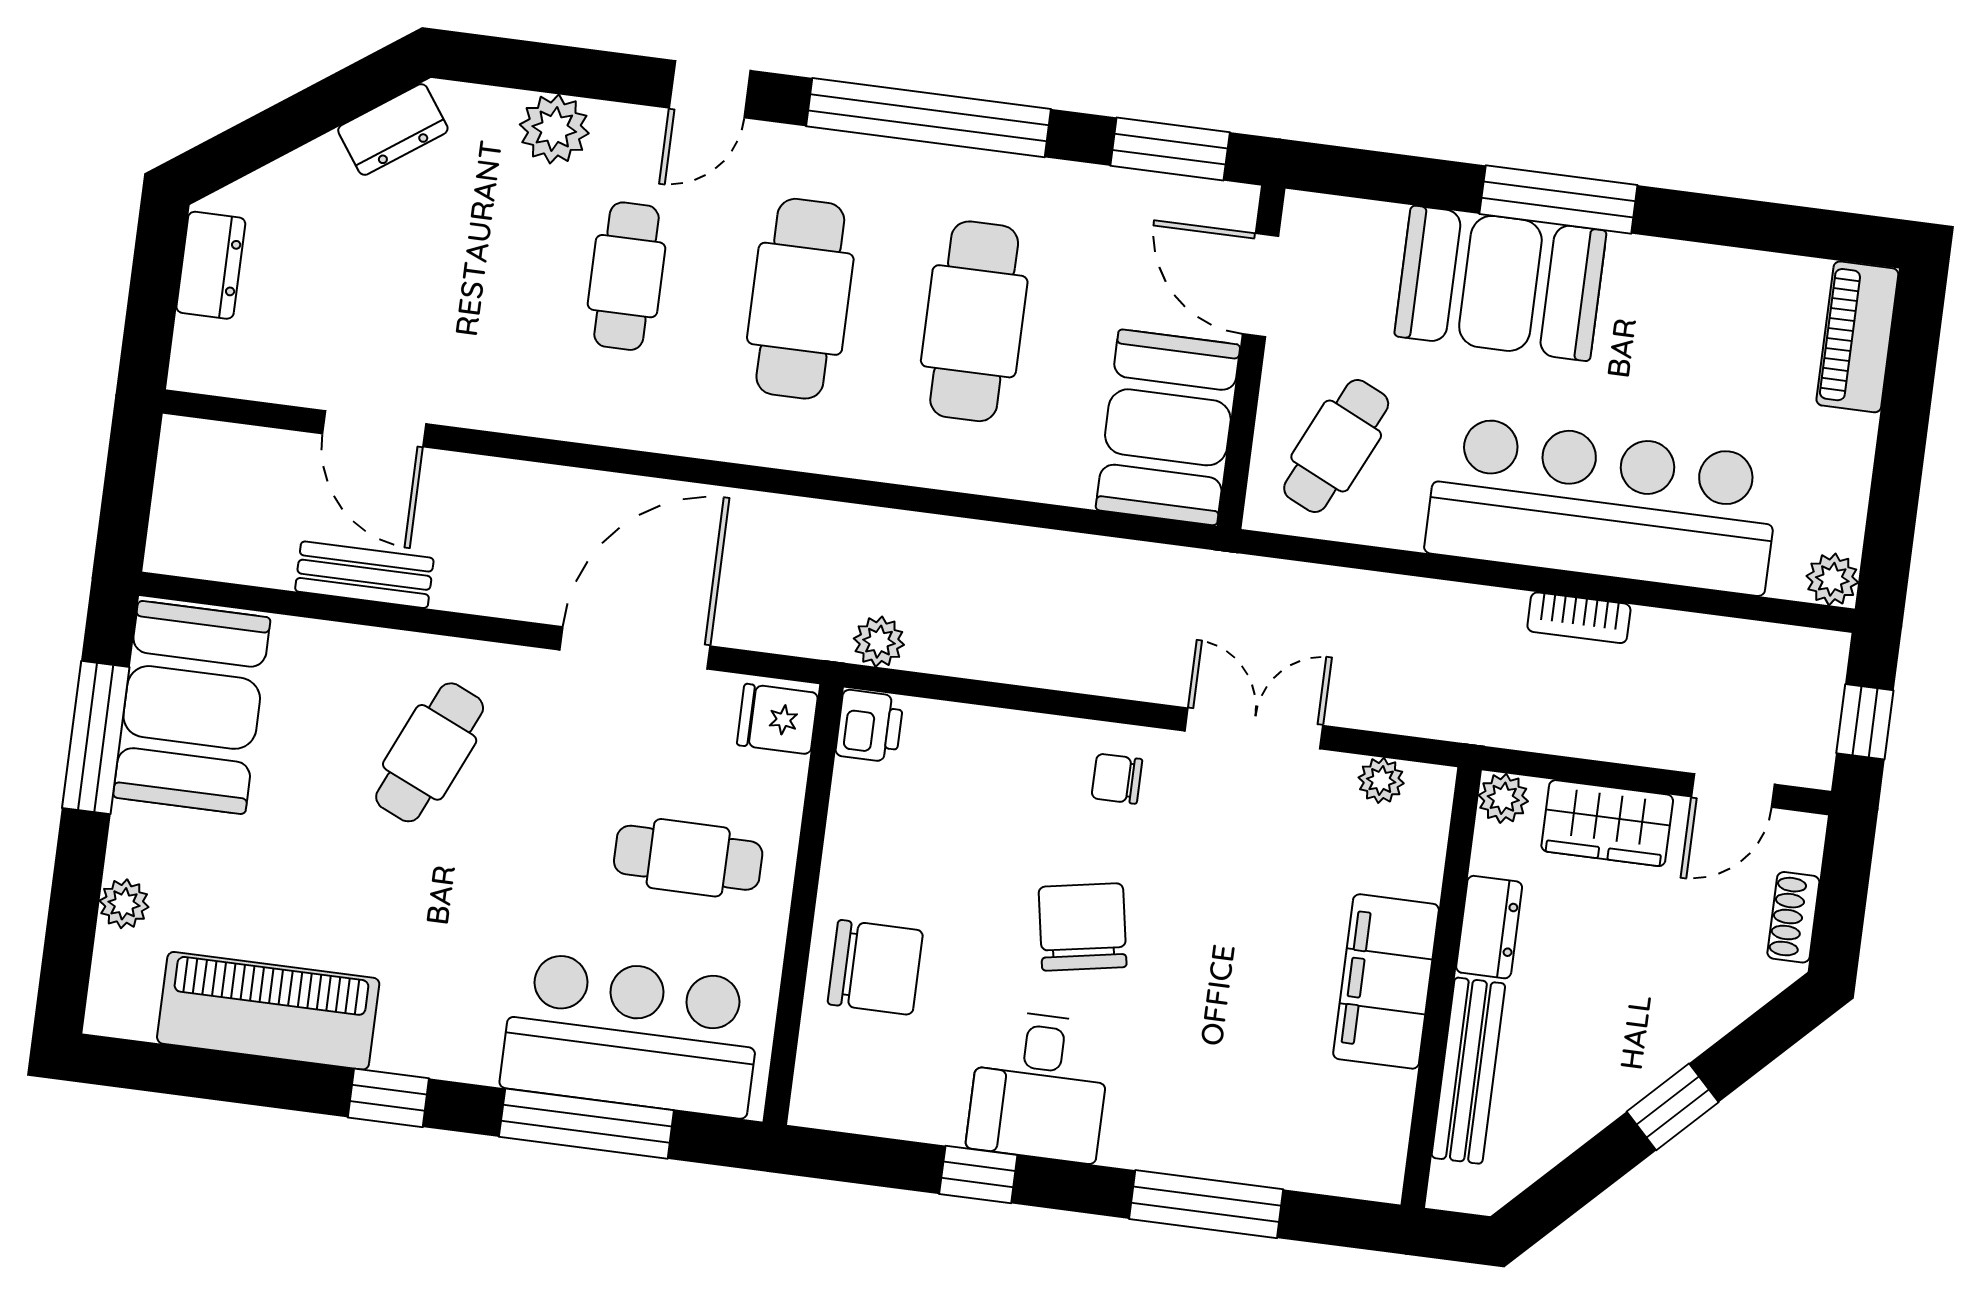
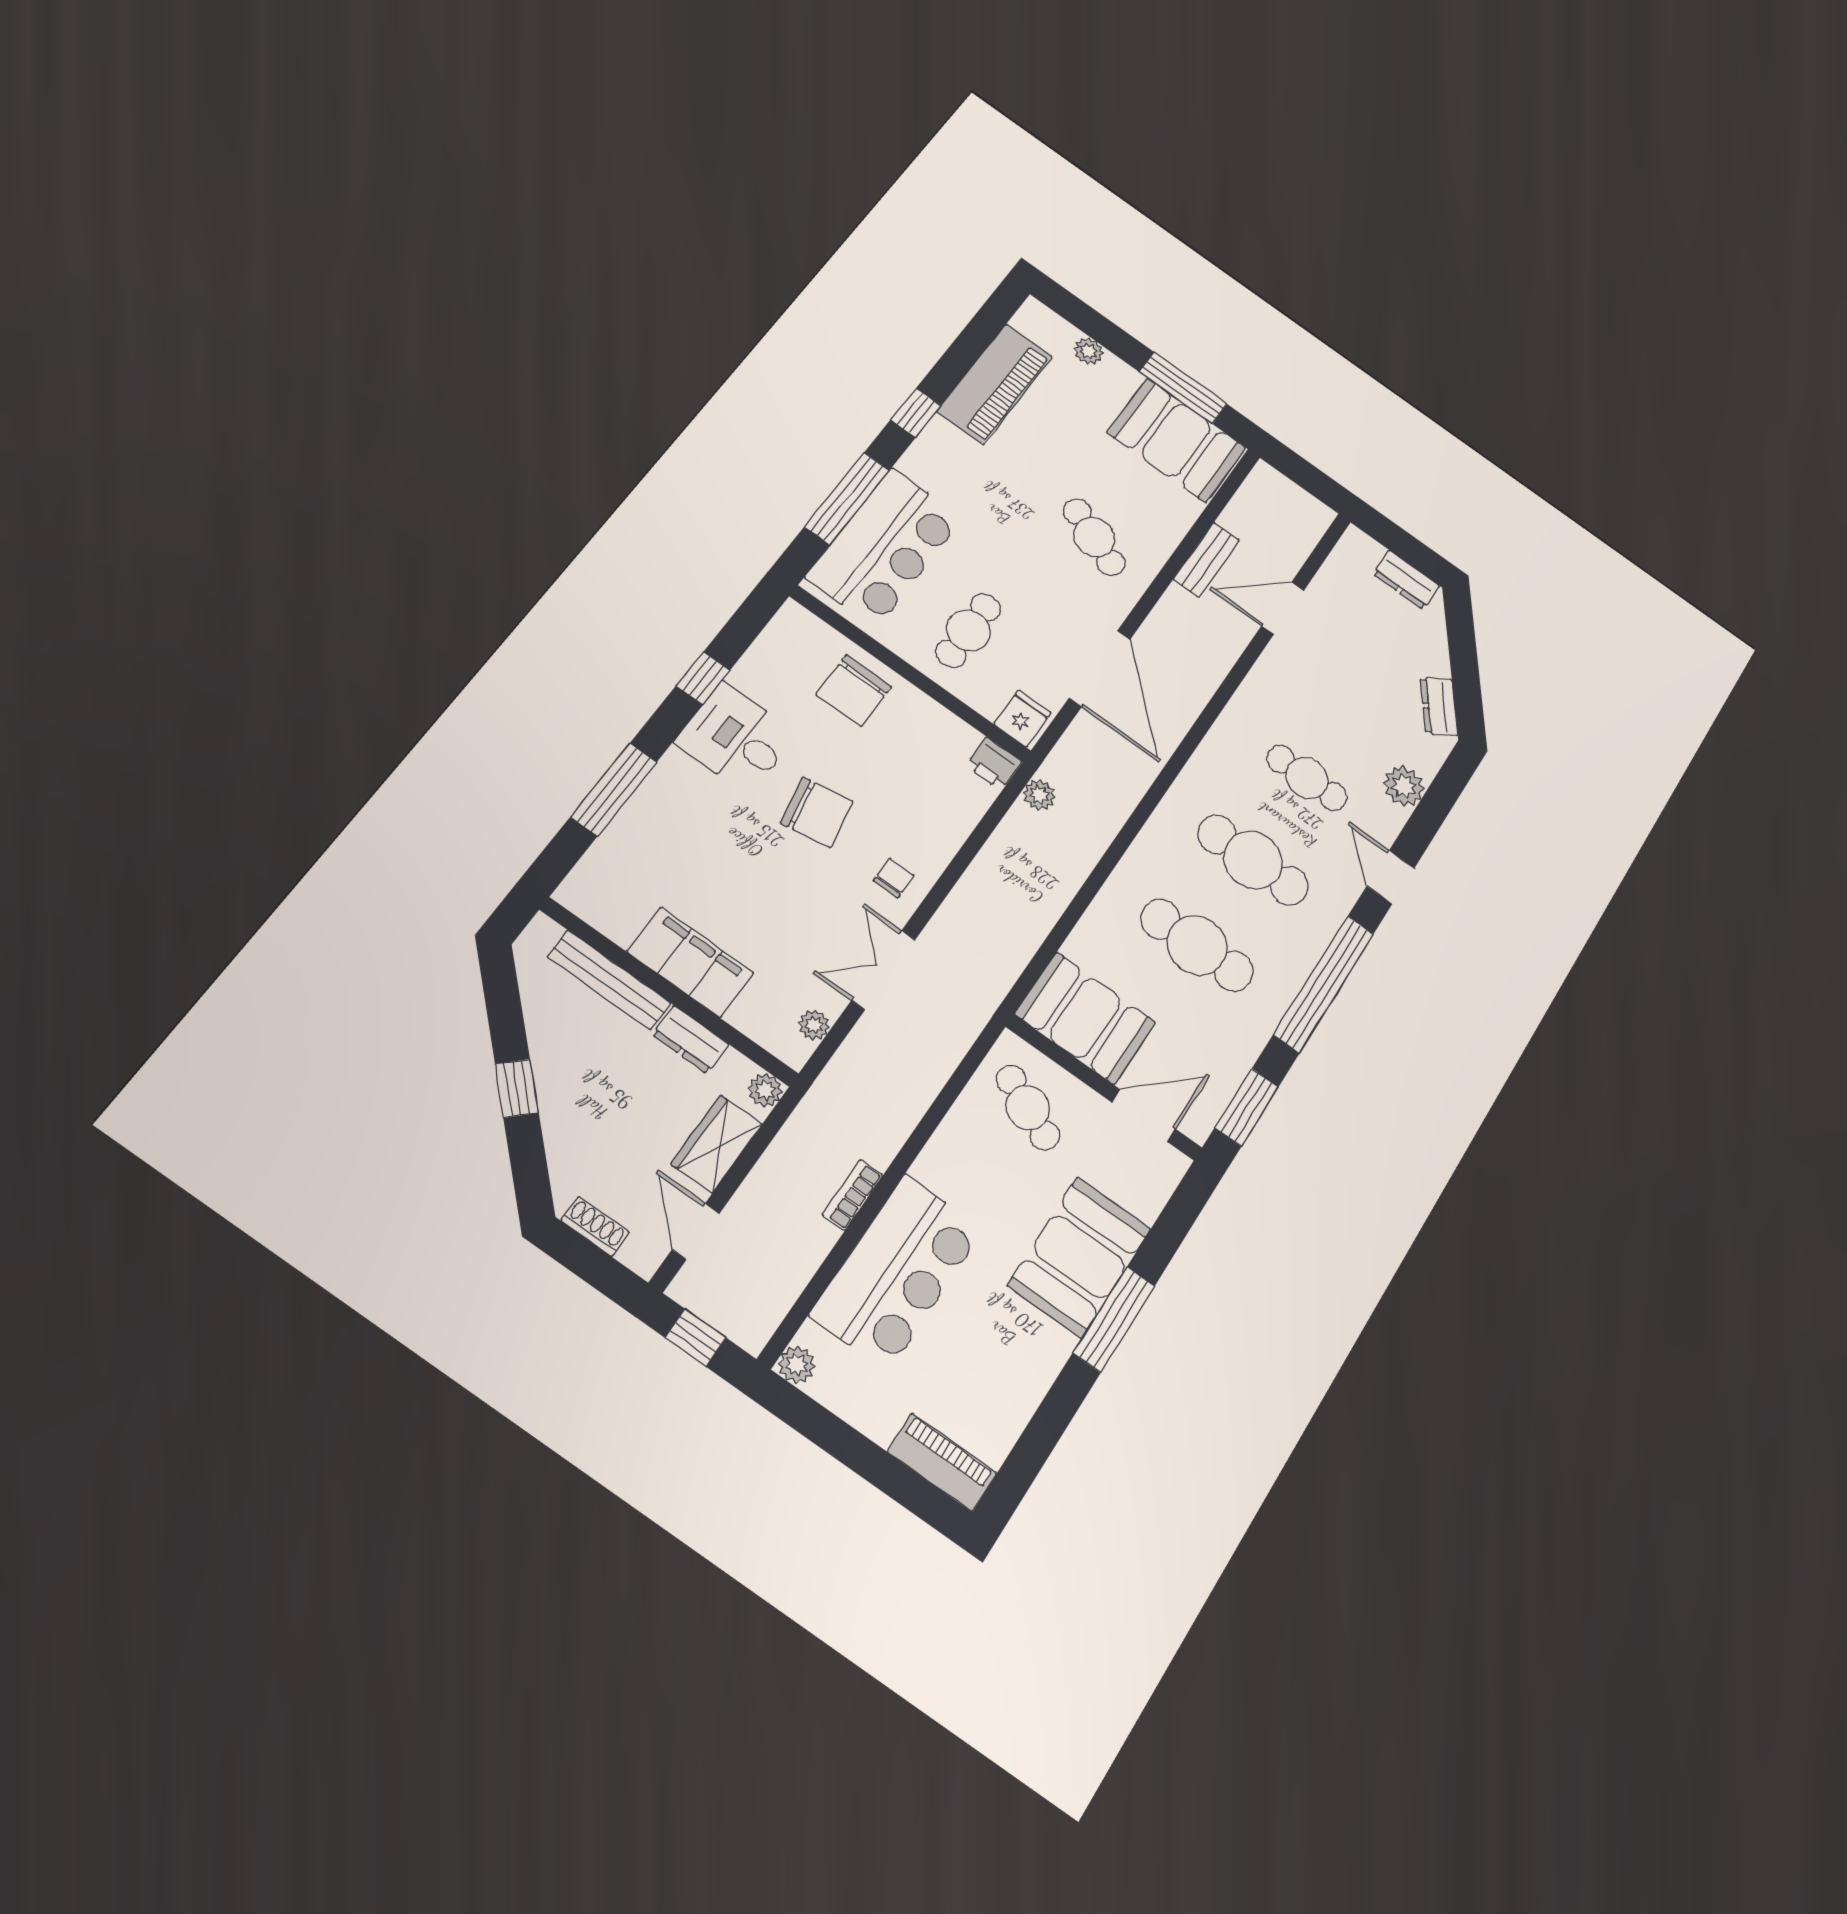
bar counter: (1603, 505) -> (897, 1272), width x0.73
double door: (1254, 728) -> (883, 970), swing flipped

